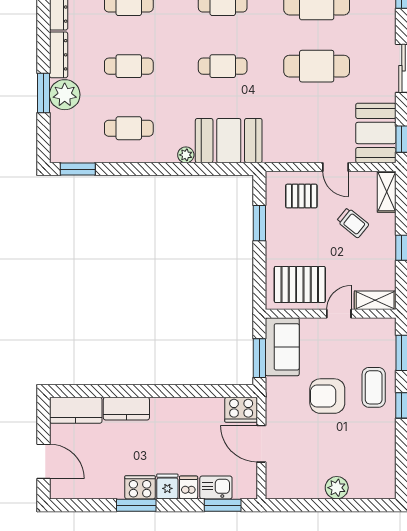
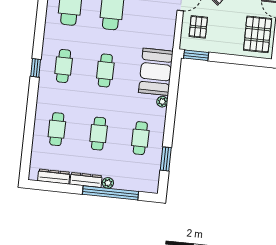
window: (43, 93) -> (111, 193), width x2.11
plant: (65, 95) -> (108, 183), width x0.53, depth x0.53
window: (78, 169) -> (166, 159), moved
window: (259, 223) -> (196, 55), moved

